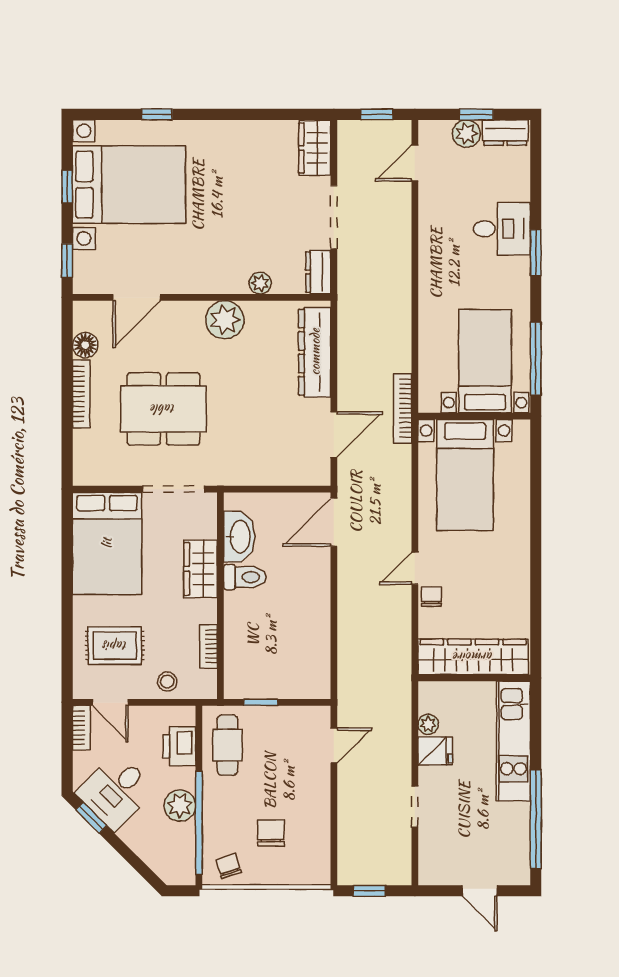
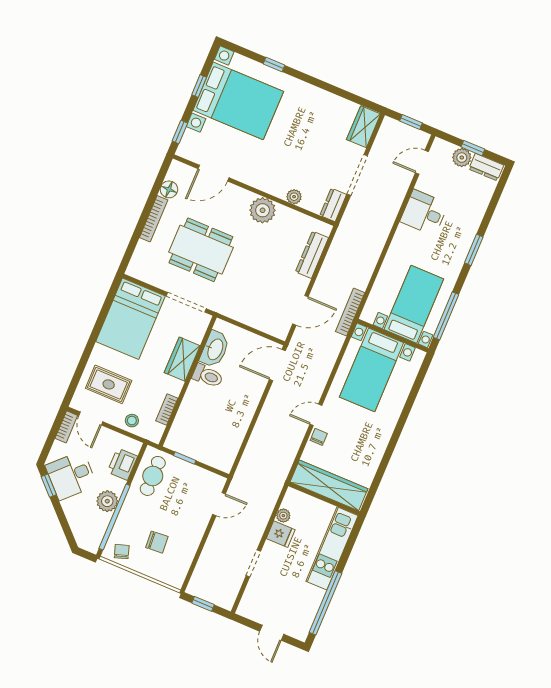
desk: (502, 229) -> (424, 213), moved, turned 180
dresser: (315, 352) -> (312, 255), width x0.73, depth x0.80
chair: (271, 833) -> (157, 542), turned 86

